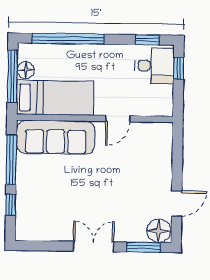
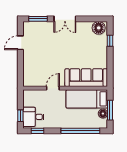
window: (12, 76) -> (110, 110), width x0.69
window: (11, 160) -> (110, 65), removed
floor lamp: (159, 231) -> (99, 28), moved

